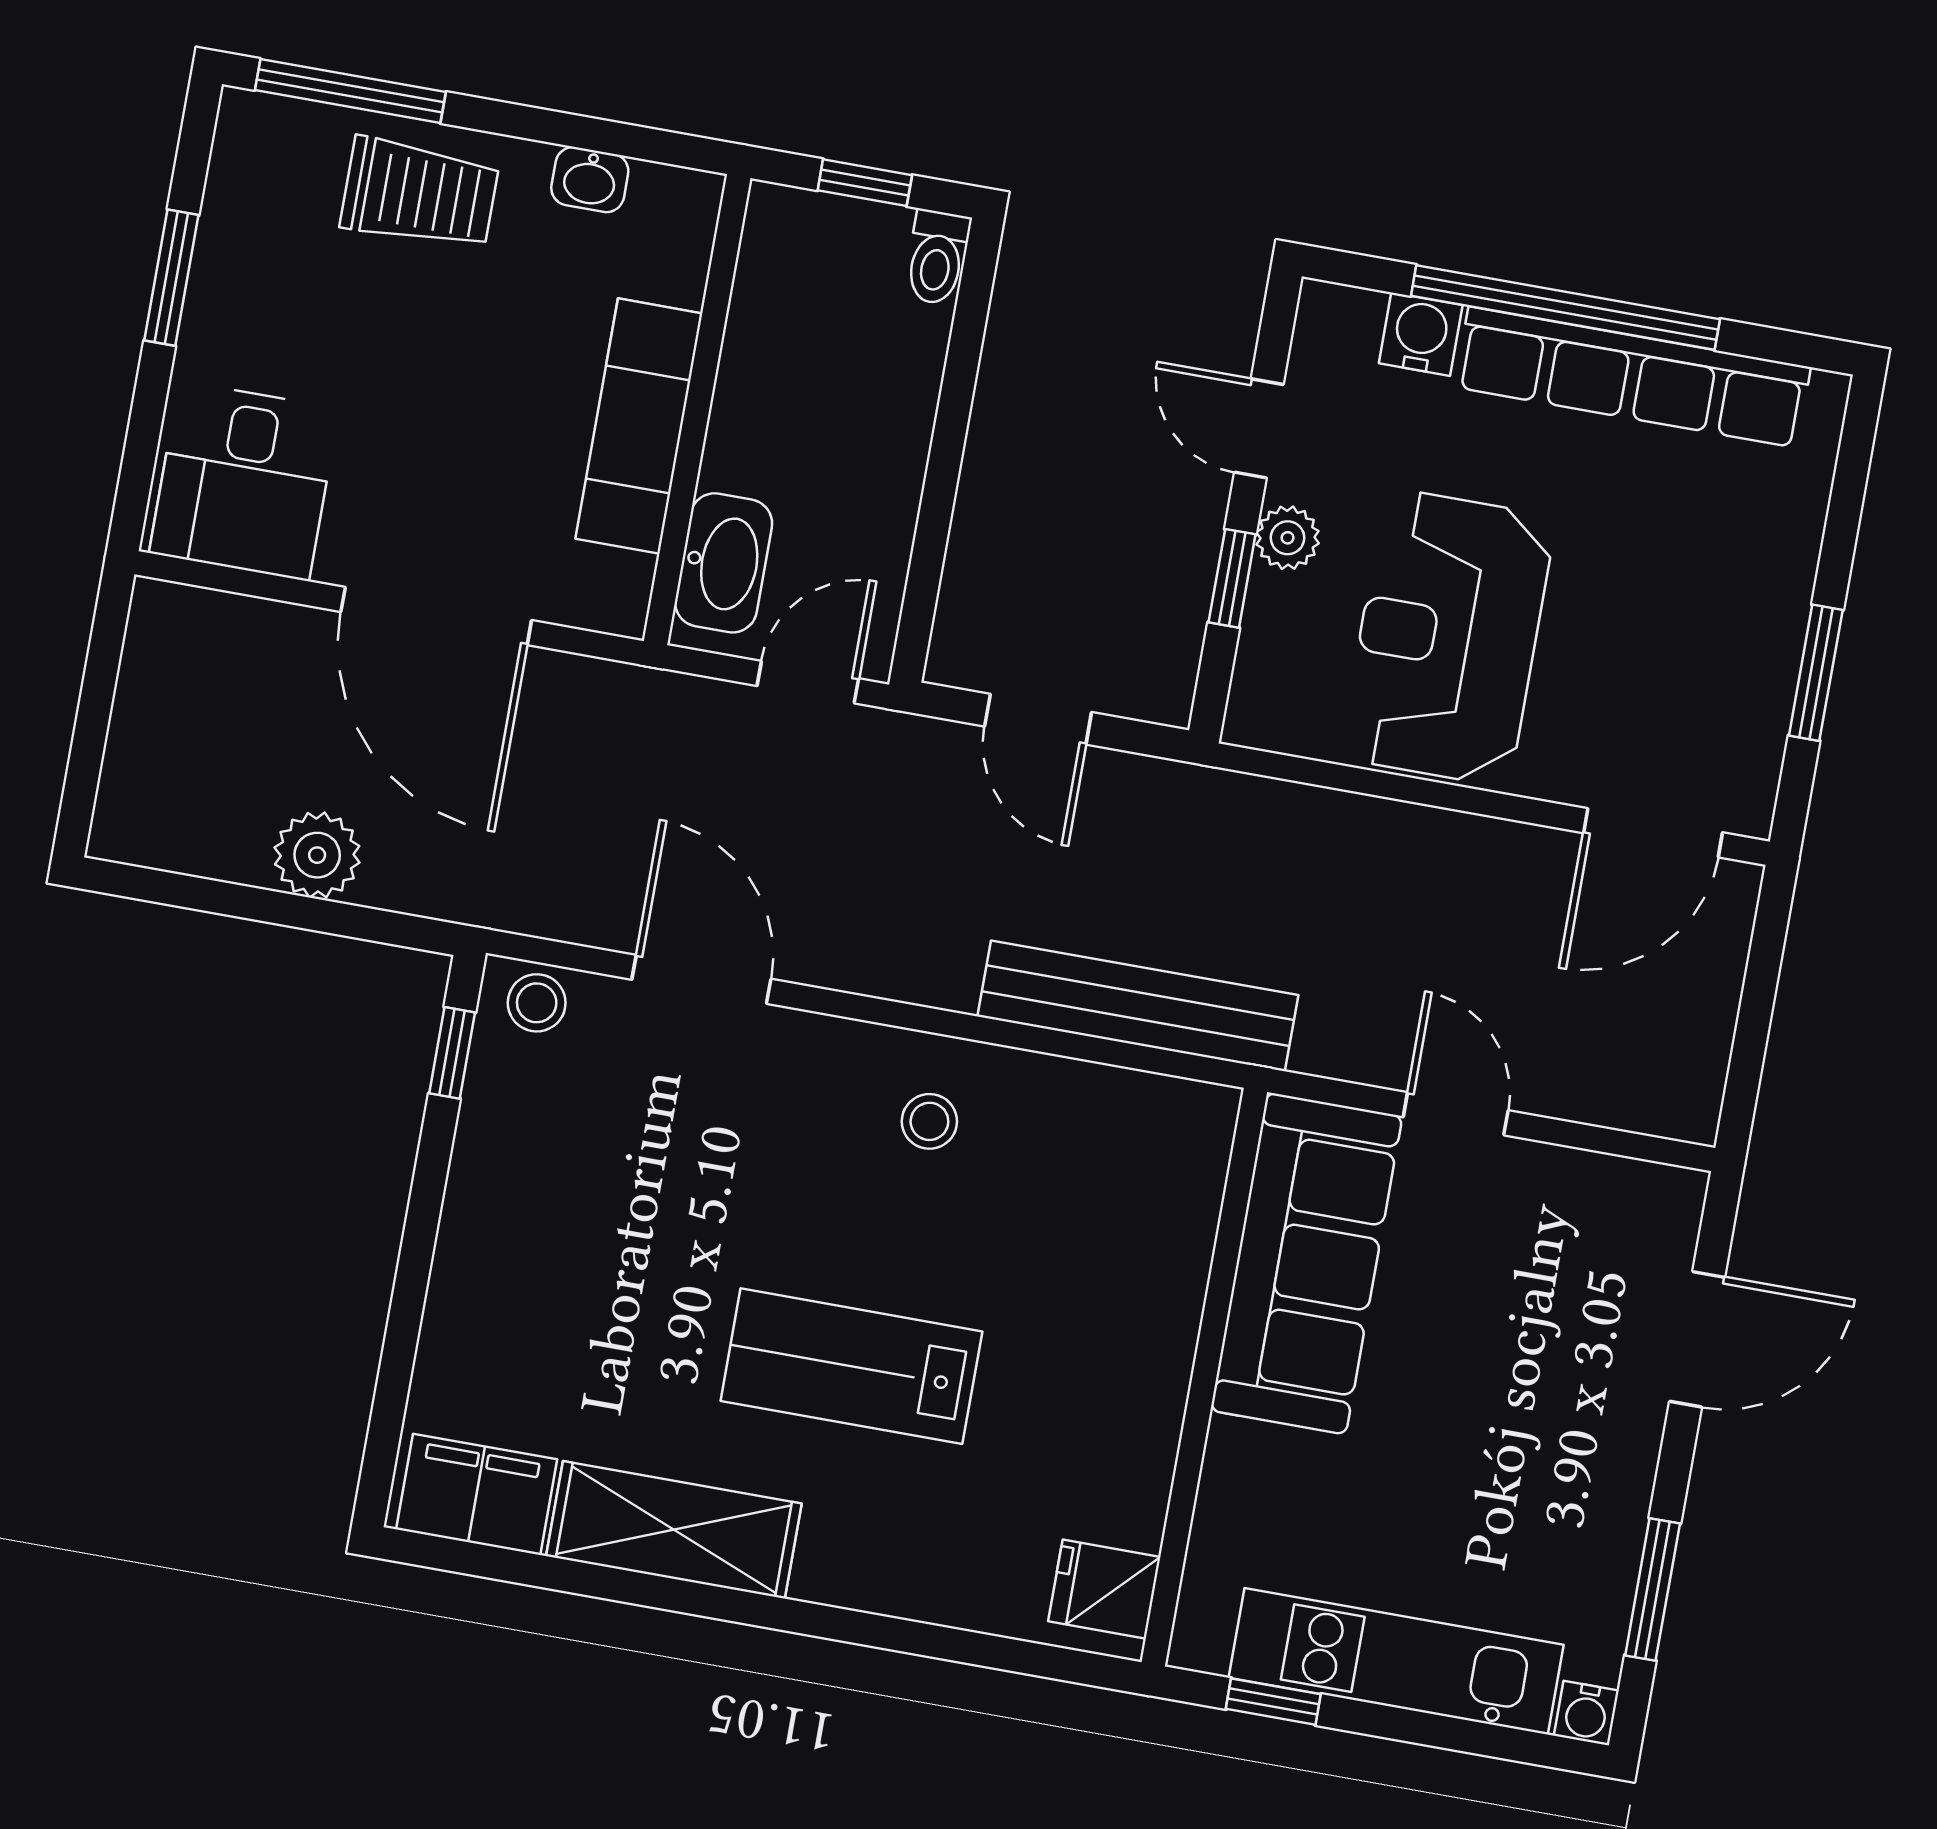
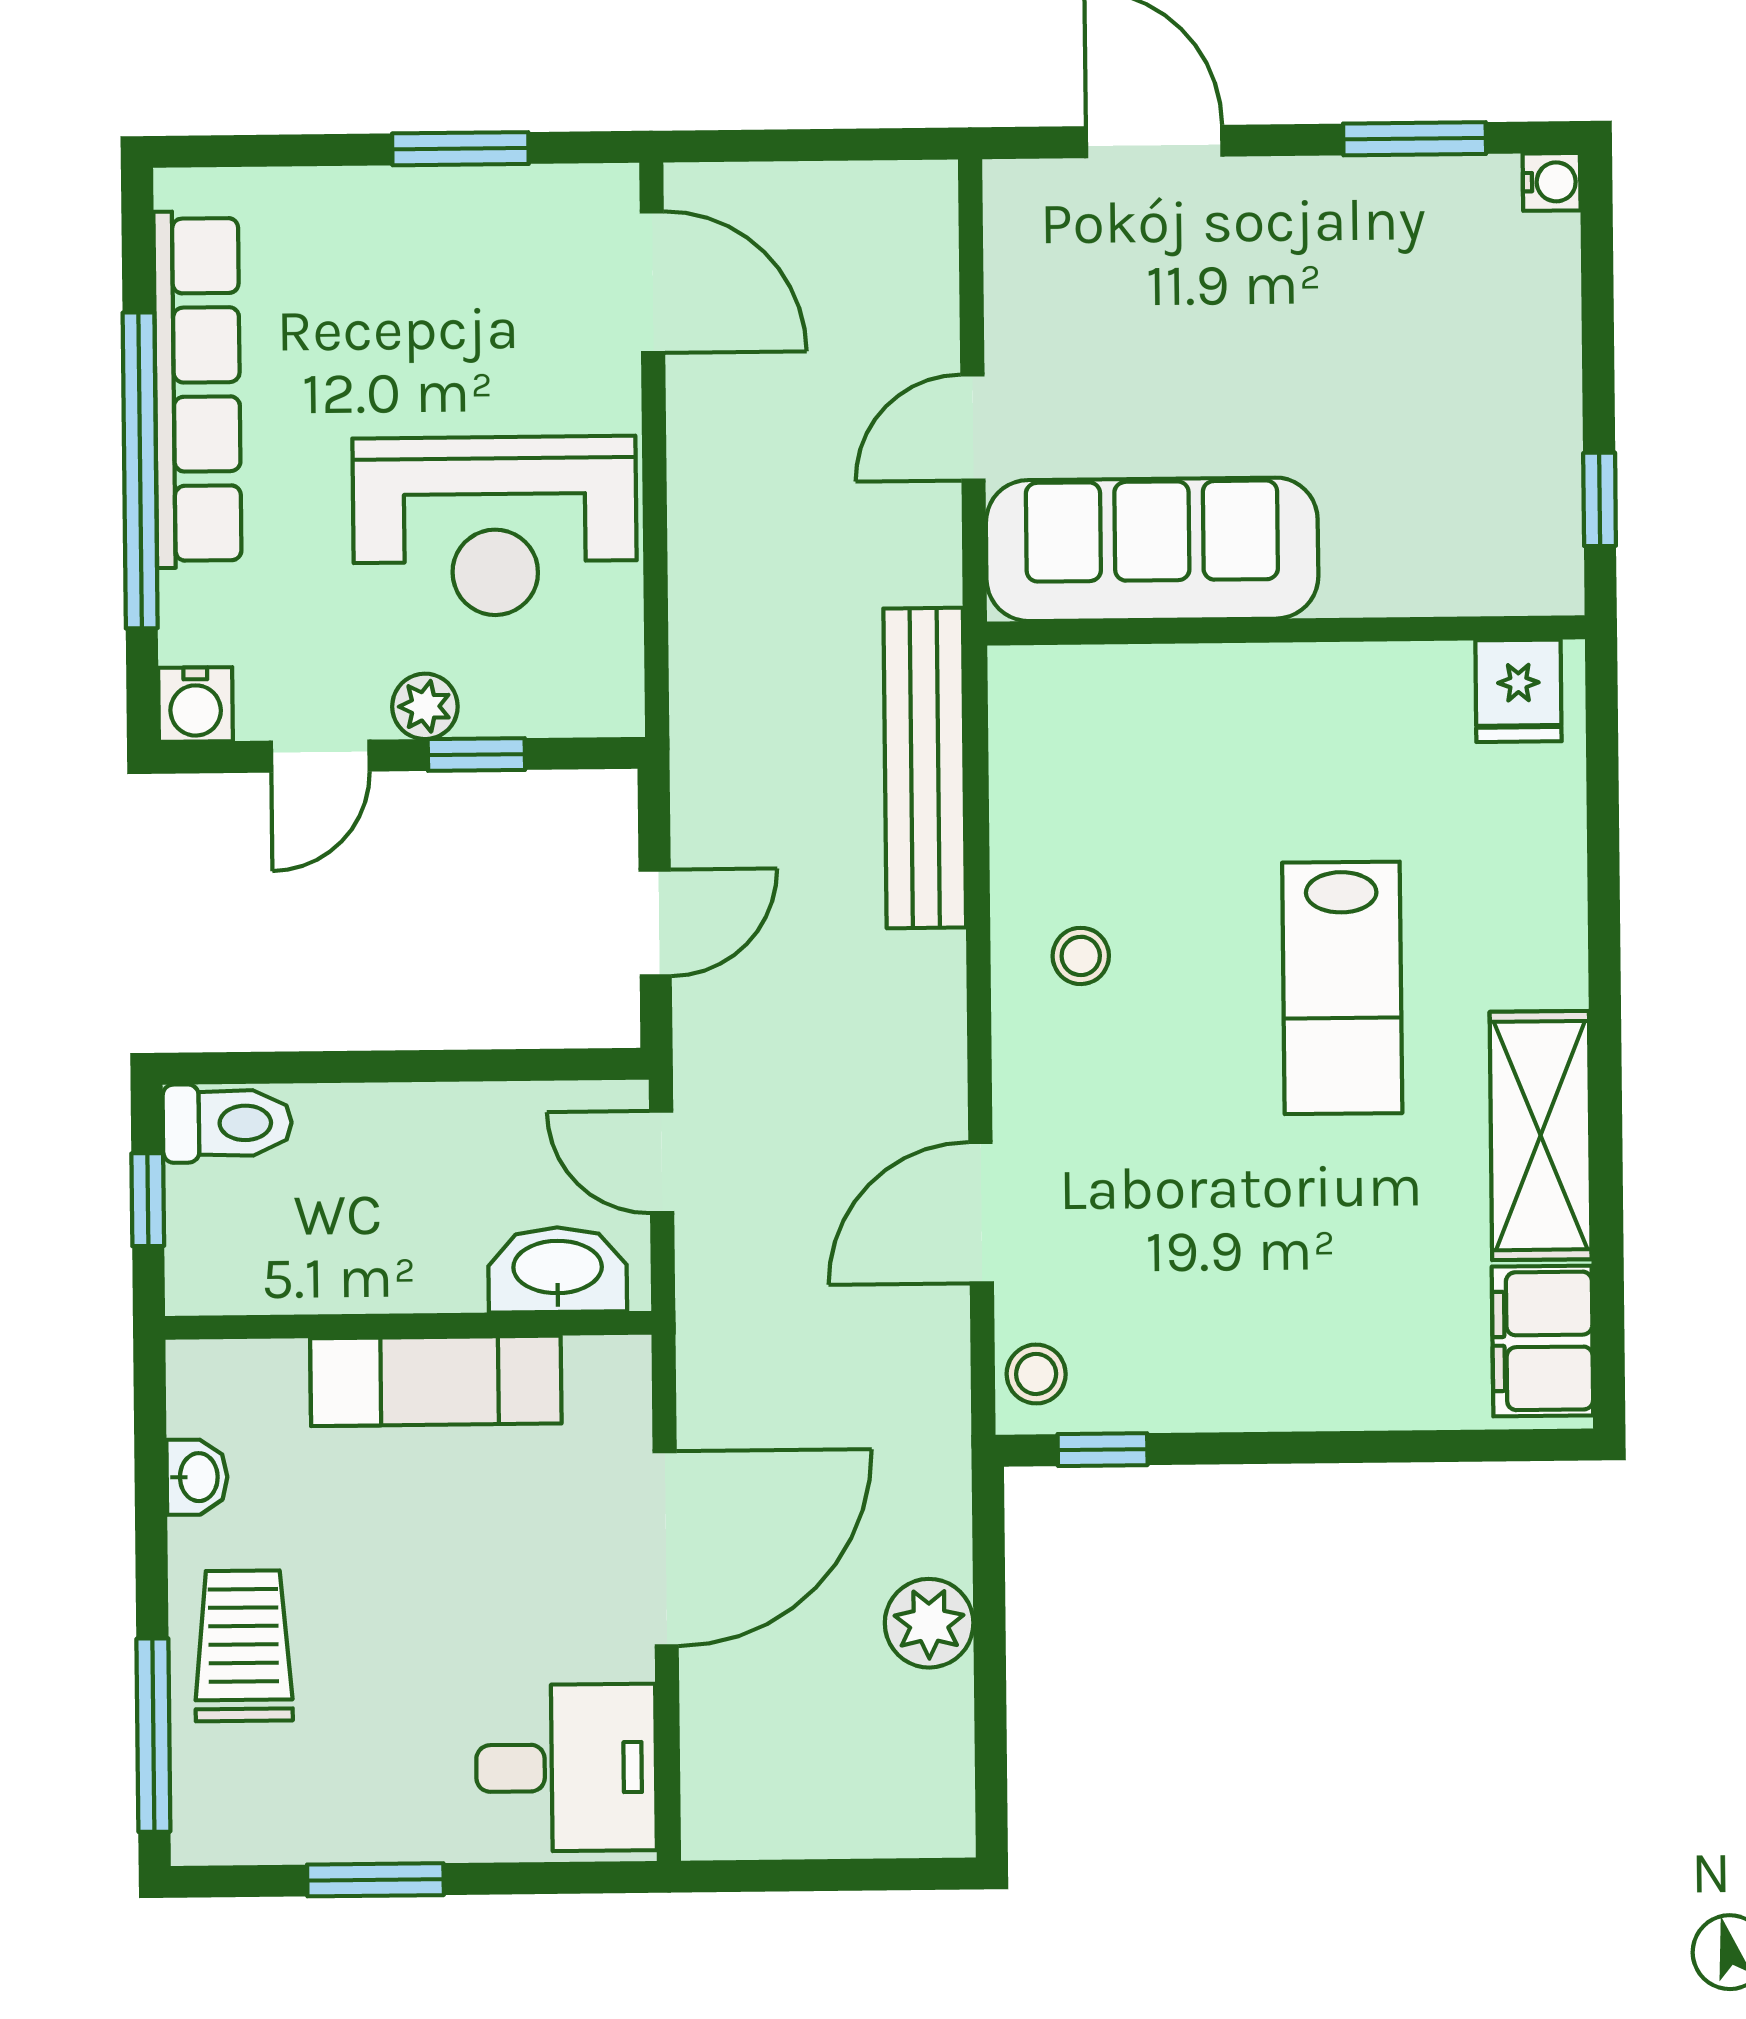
toilet: (937, 257) -> (227, 1123), width x1.37, depth x1.39
water cooler: (1421, 334) -> (196, 704), moved, turned -90
kitchen unit: (1396, 1661) -> (1536, 383), removed

